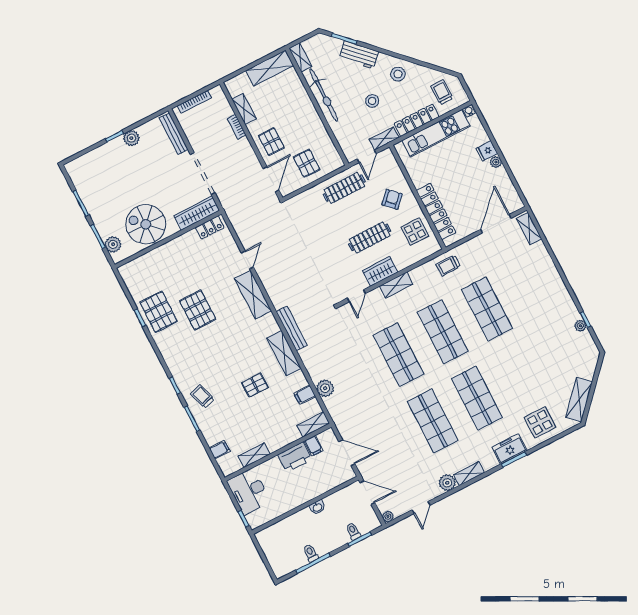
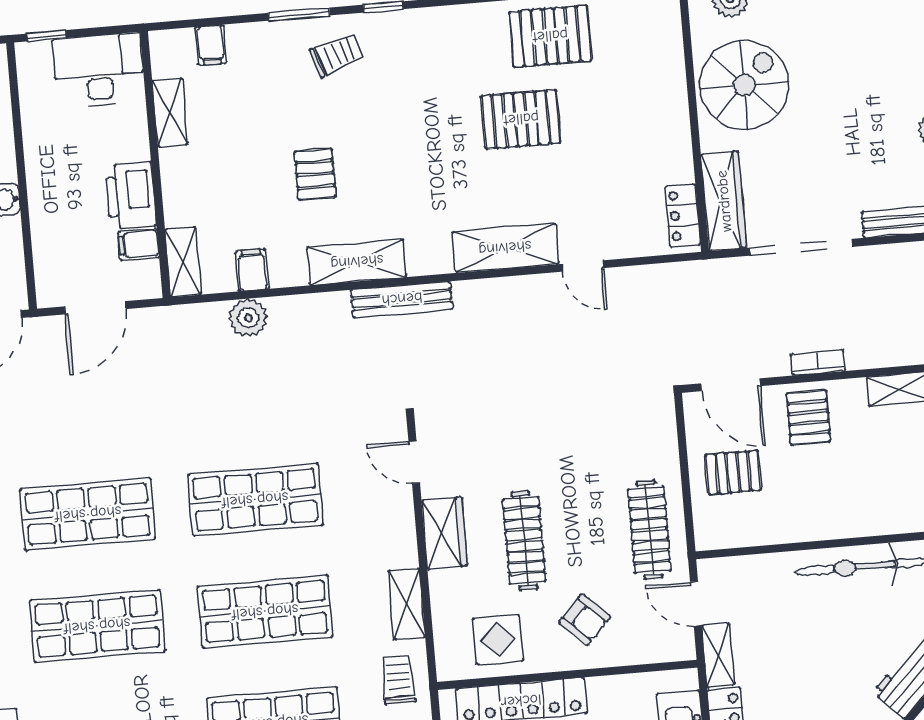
stool: (372, 101) -> (807, 663), removed
bookcase: (237, 127) -> (818, 363), moved
pallet: (271, 142) -> (808, 418), turned 90
shelving: (396, 285) -> (407, 604), moved

